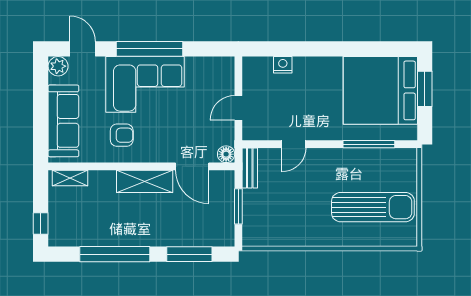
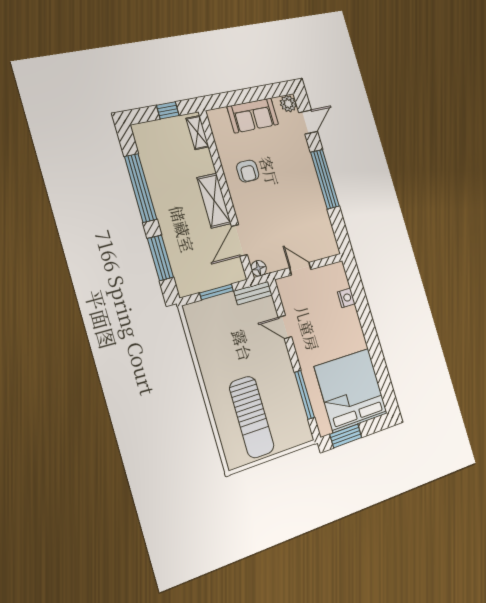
corner sofa: (145, 84) -> (296, 182), removed
window: (425, 89) -> (346, 436), moved
sofa: (63, 121) -> (253, 115), width x0.73
window: (41, 223) -> (168, 110), moved

